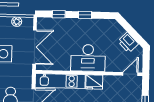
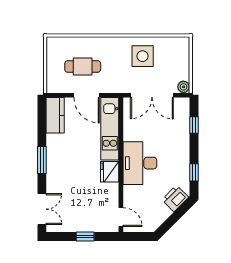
window: (85, 15) -> (194, 172), moved
plant: (17, 22) -> (183, 87), moved
printer: (128, 43) -> (175, 198), moved

